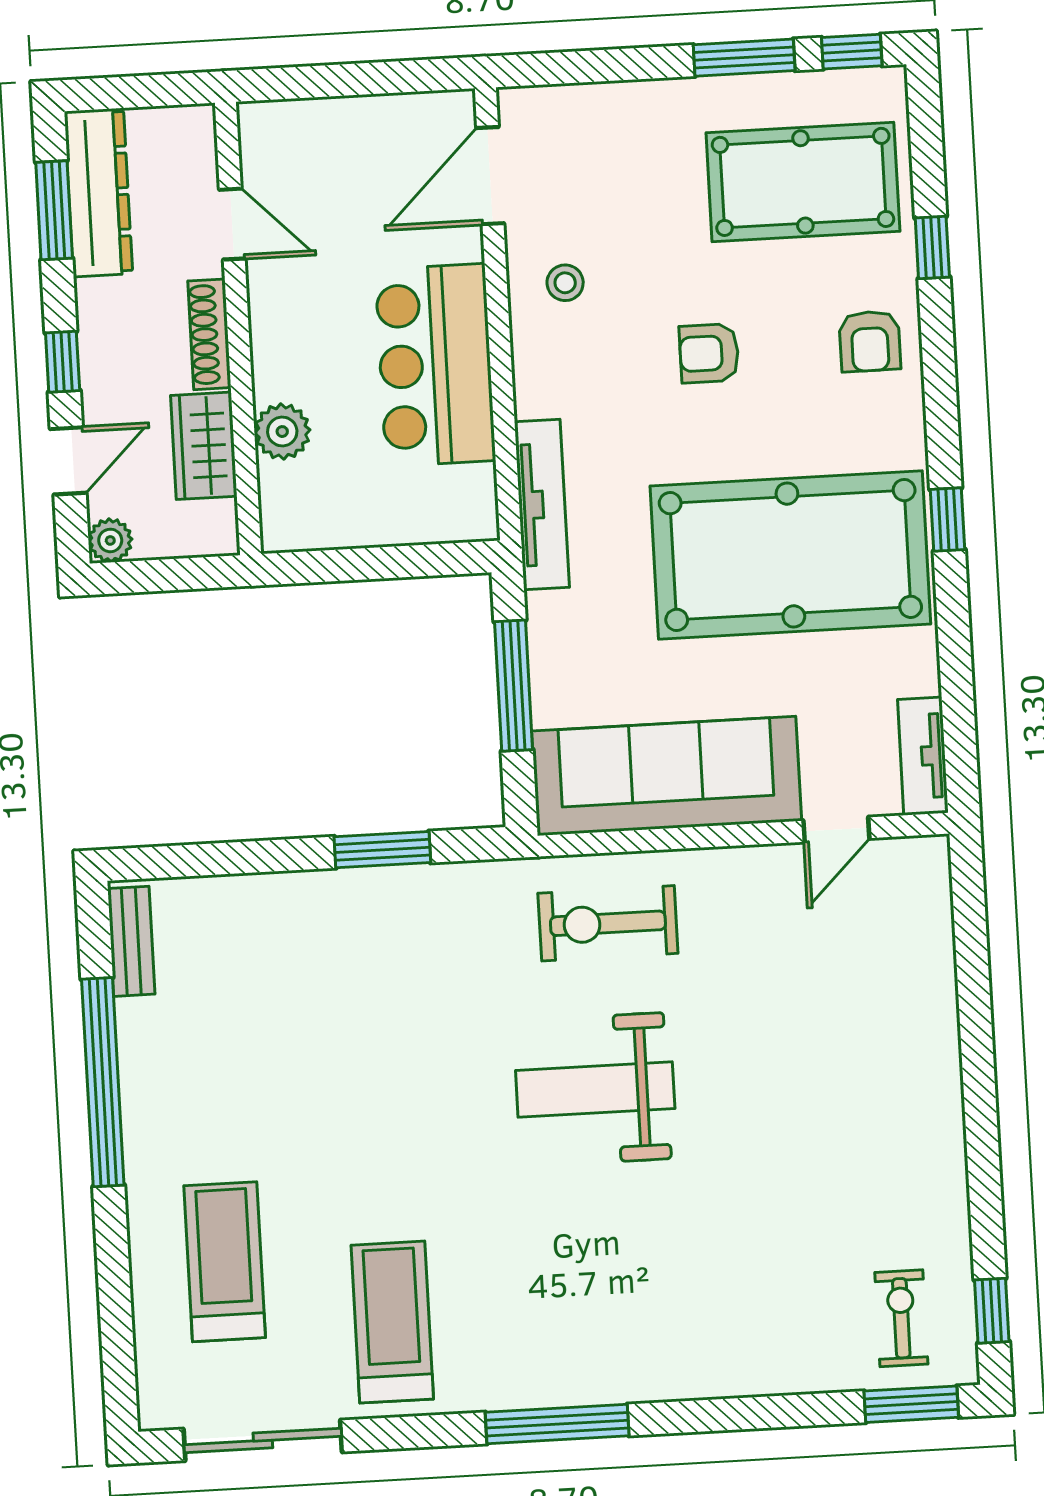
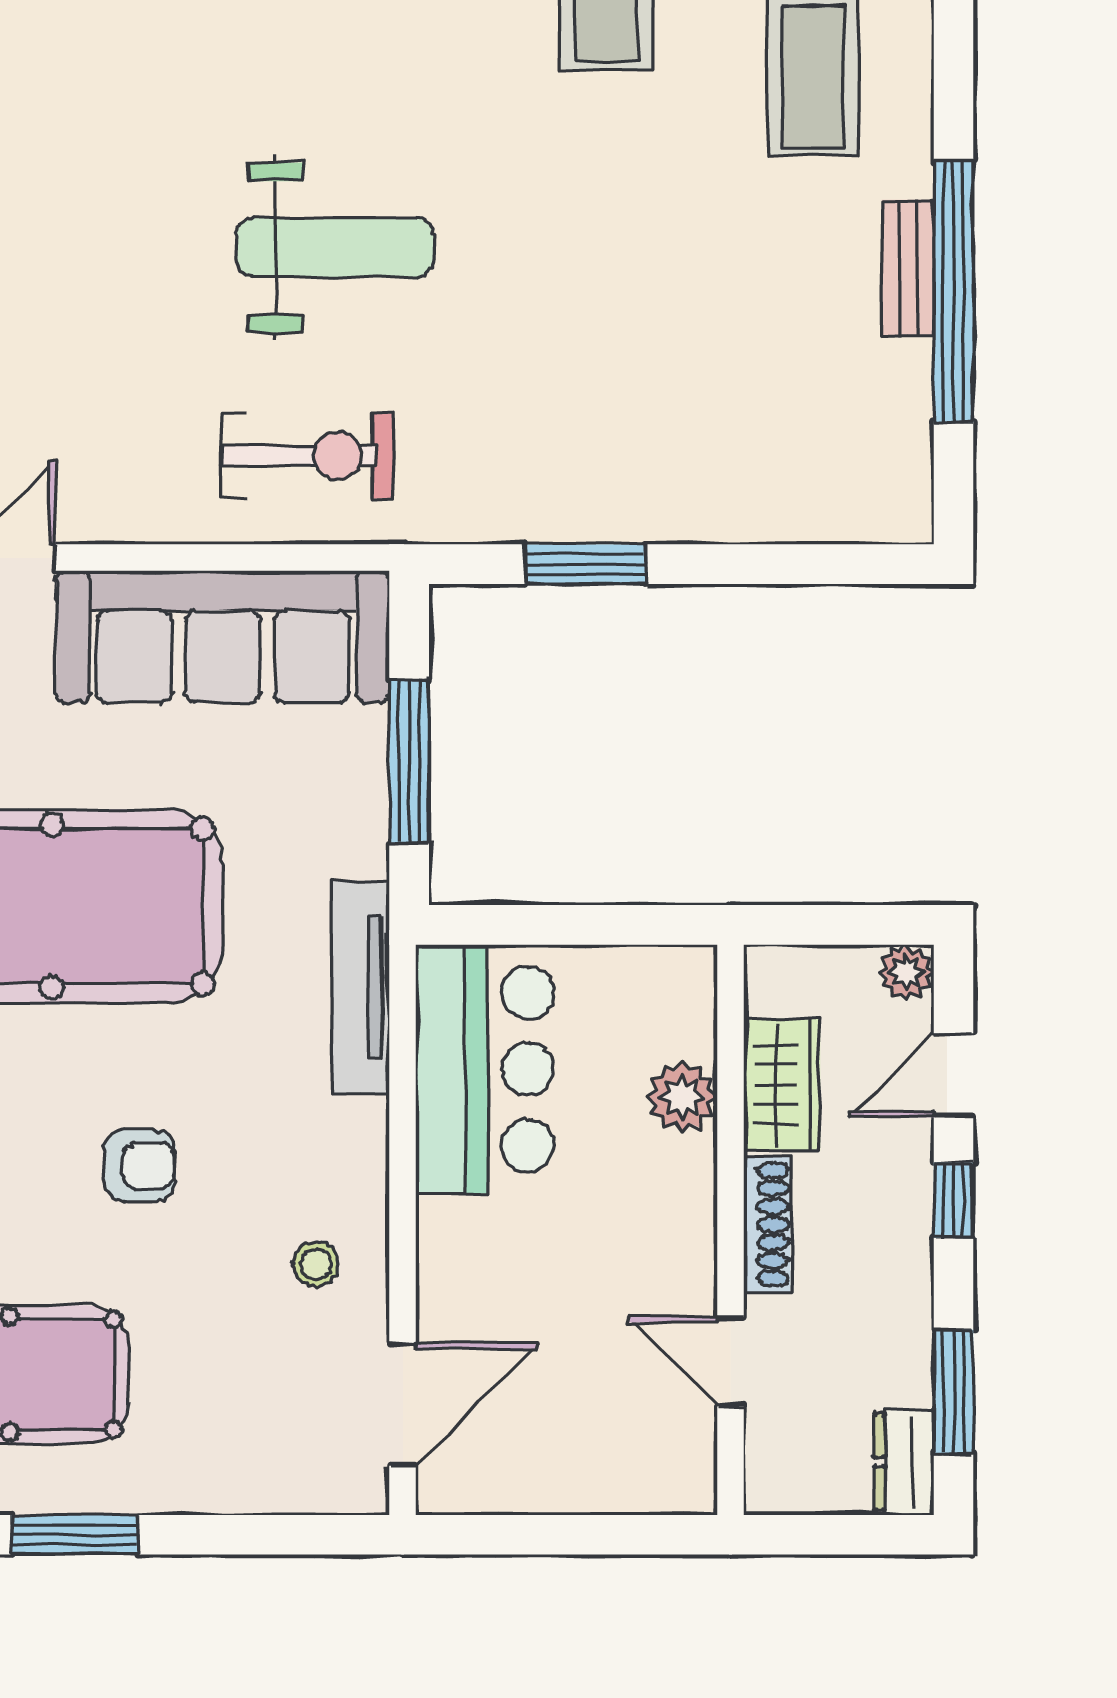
dresser: (98, 192) -> (904, 1462), width x0.51, depth x0.80
bar counter: (435, 365) -> (485, 1069), moved
bench: (131, 941) -> (908, 268), moved

